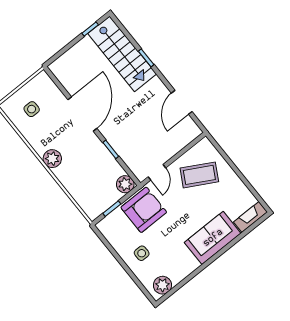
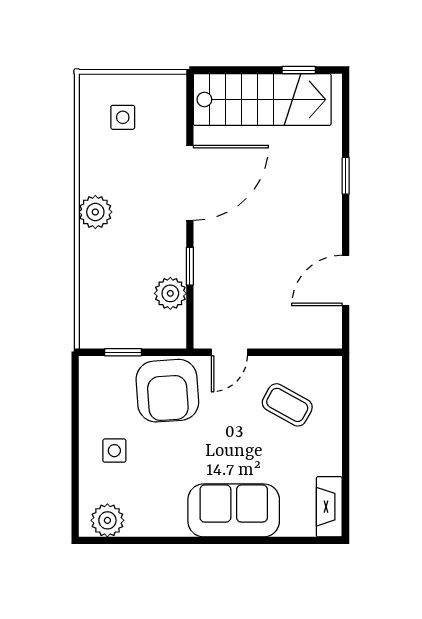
stairs: (122, 54) -> (262, 100), moved, turned -90
coffee table: (199, 175) -> (287, 405), width x0.73, depth x0.77
plant: (125, 184) -> (170, 293), moved
armchair: (144, 210) -> (167, 391), turned 86
fireplace: (250, 217) -> (329, 507), moved, turned -90

